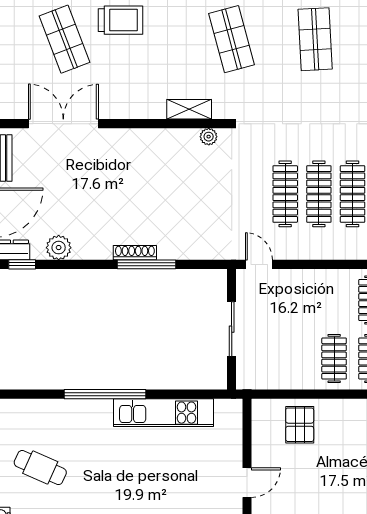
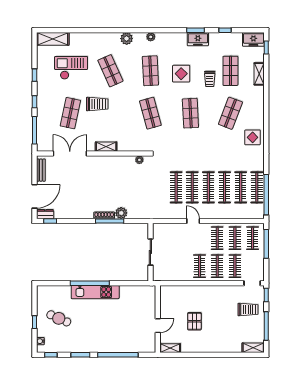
shop shelf: (65, 39) -> (70, 113), turned 33
shelving: (189, 109) -> (106, 147), moved
plant: (59, 248) -> (121, 213), moved
door: (259, 264) -> (193, 221), moved
kitchen unit: (164, 413) -> (95, 292), moved
pallet: (300, 425) -> (194, 321), moved

